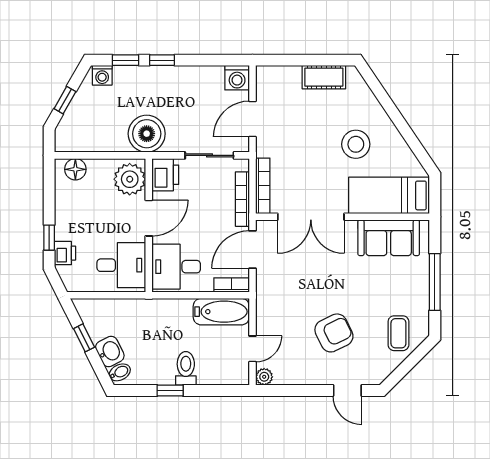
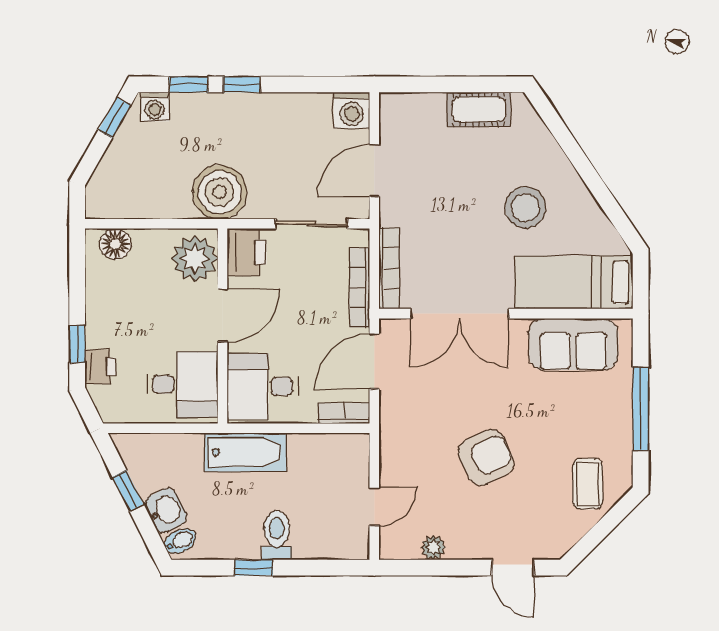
window: (65, 100) -> (115, 118), moved
bathtub: (221, 312) -> (246, 452), moved
armchair: (334, 333) -> (486, 457), moved
plant: (264, 377) -> (433, 547), moved

